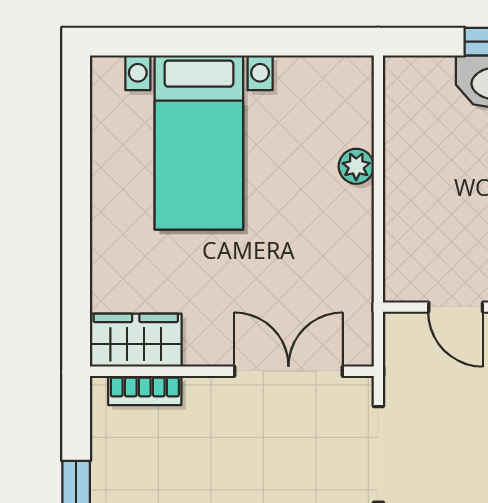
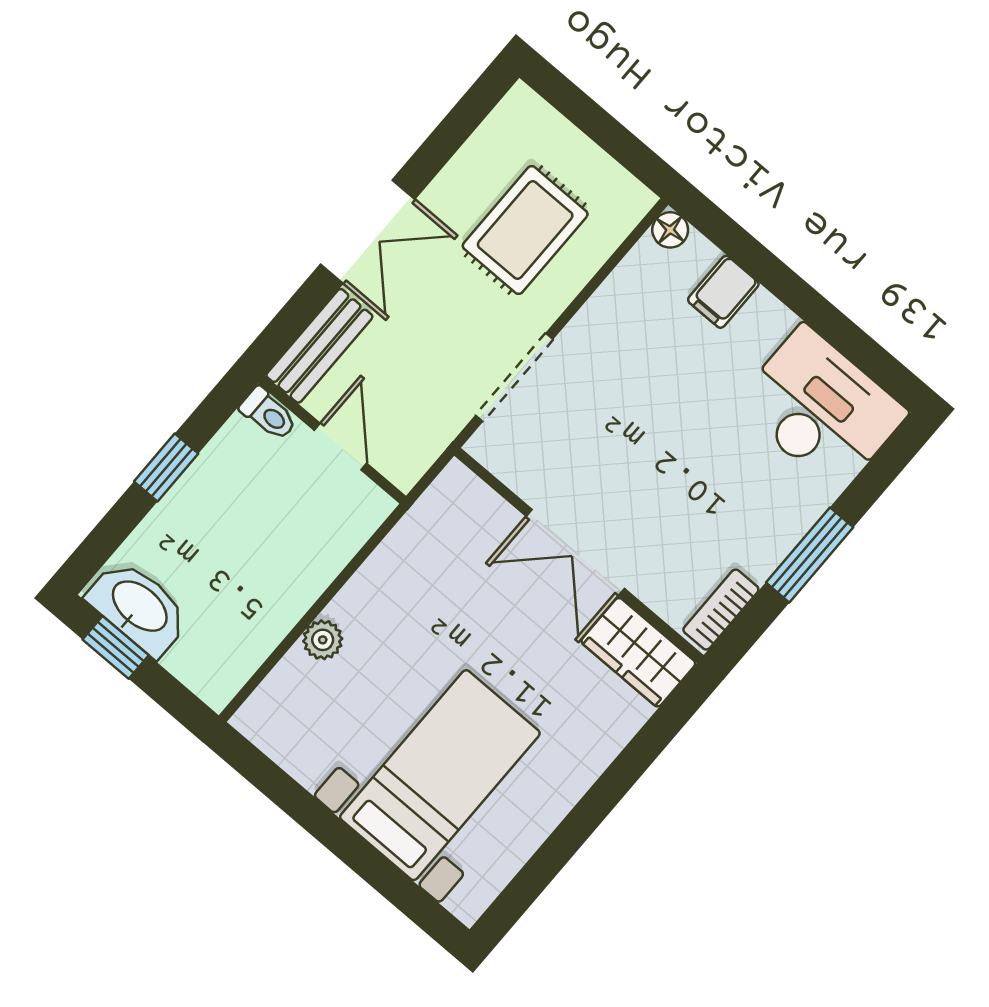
double door: (288, 371) -> (575, 552), moved
bookcase: (145, 390) -> (721, 610), moved, turned -90

